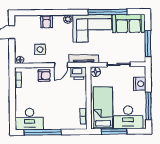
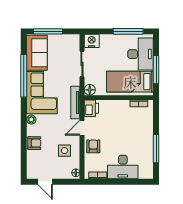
window: (148, 44) -> (48, 31), moved
door: (61, 65) -> (82, 128), swing flipped
nightstand: (140, 84) -> (92, 41), moved
desk: (30, 119) -> (123, 167), moved, turned 90
window: (43, 132) -> (156, 149), width x0.68

